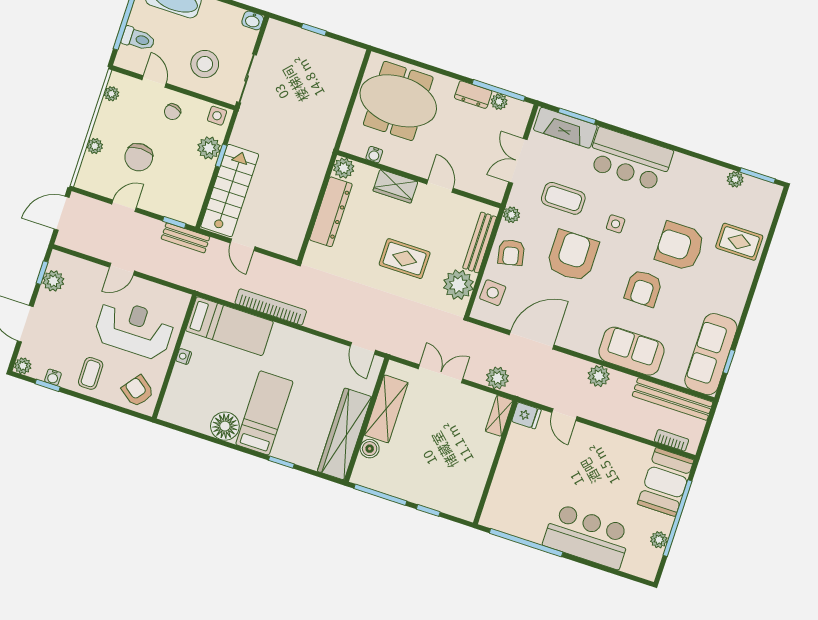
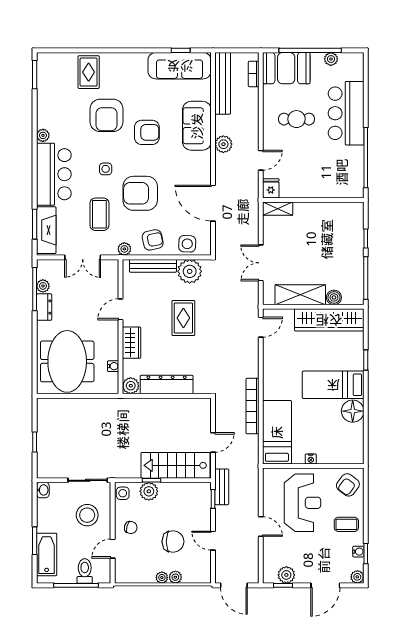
plant: (111, 94) -> (162, 578), moved
plant: (735, 179) -> (43, 135), moved
reception desk: (134, 329) -> (302, 503), turned 180
plant: (497, 378) -> (250, 219), removed
cafe table: (600, 474) -> (297, 119), added

